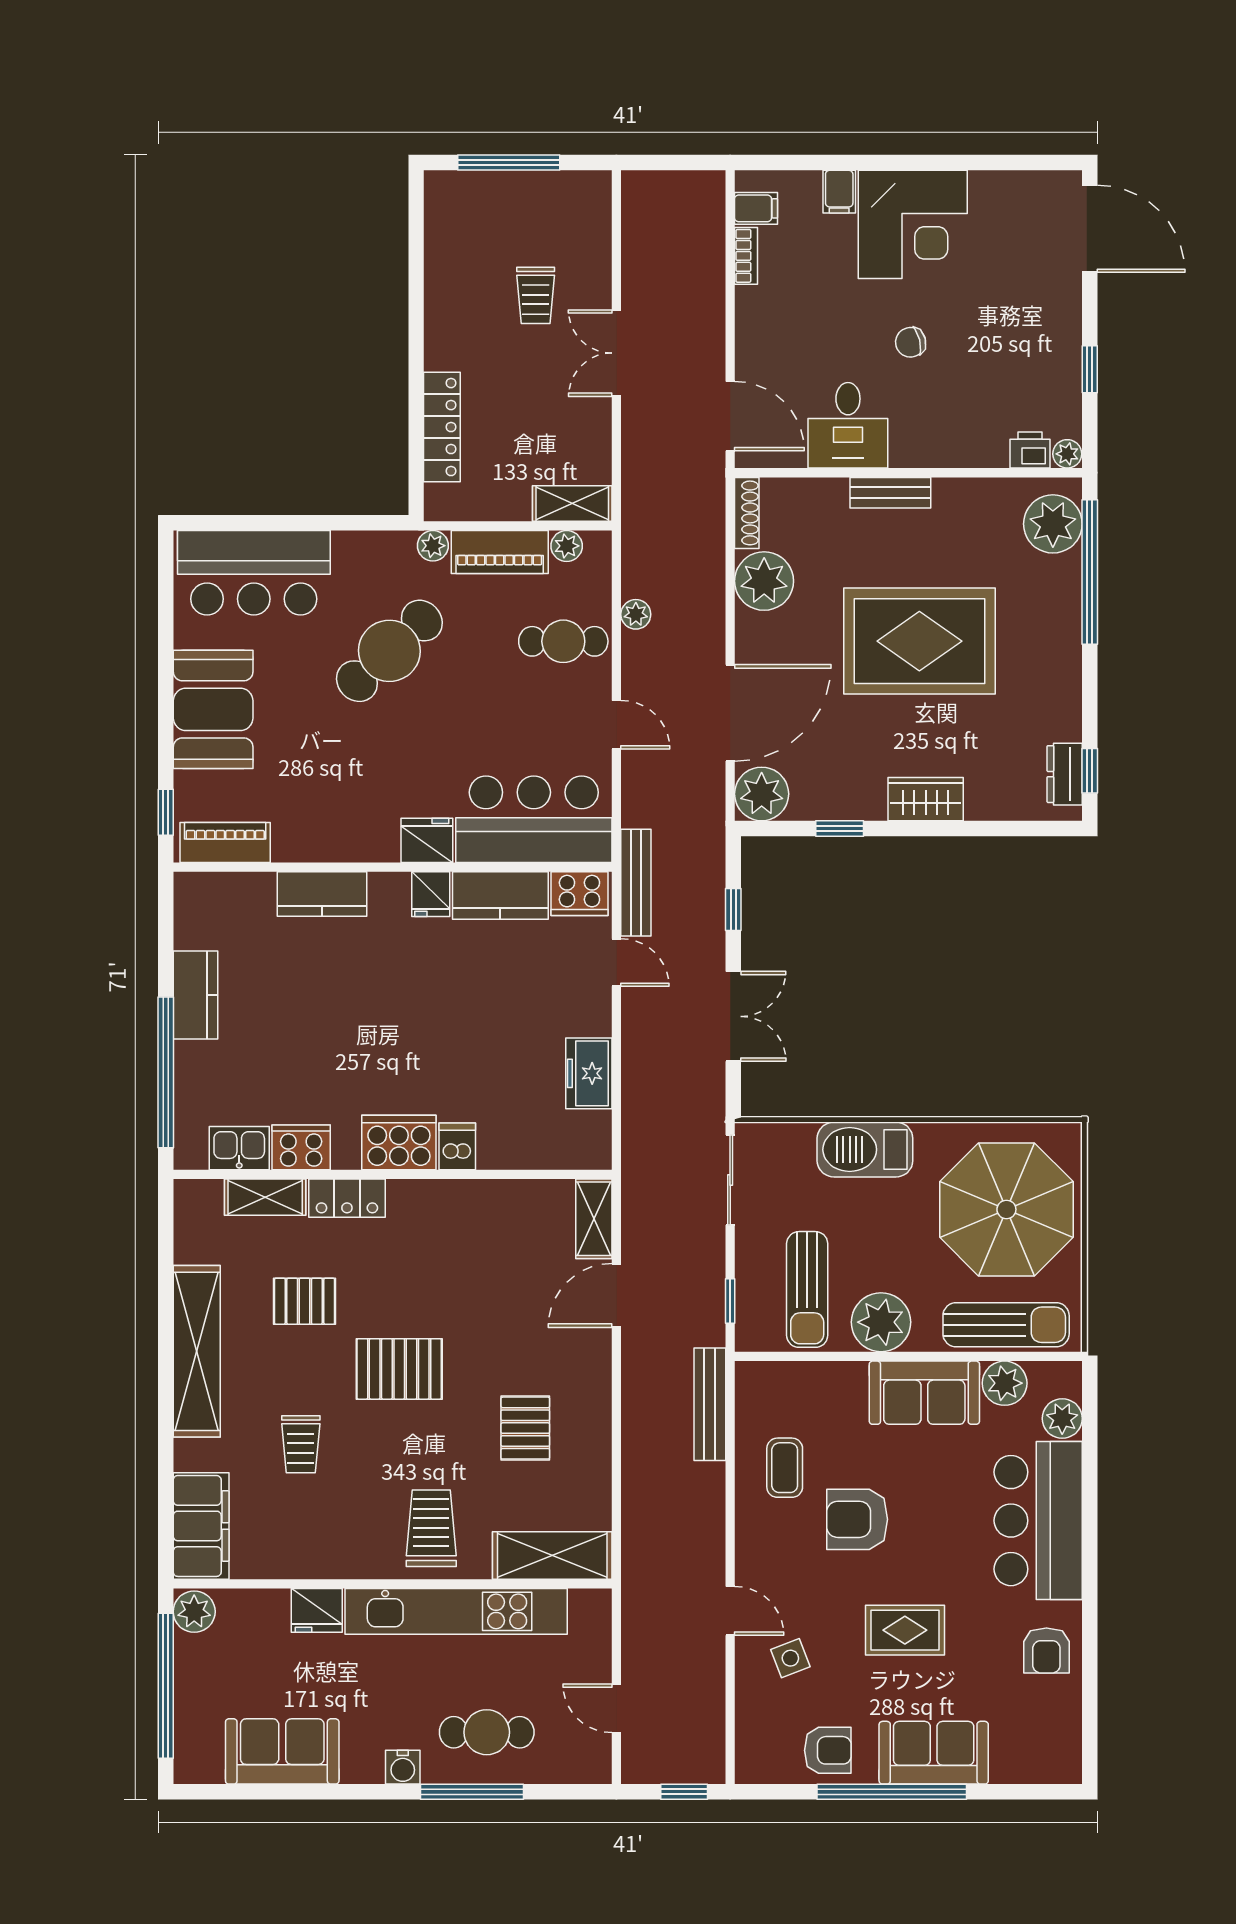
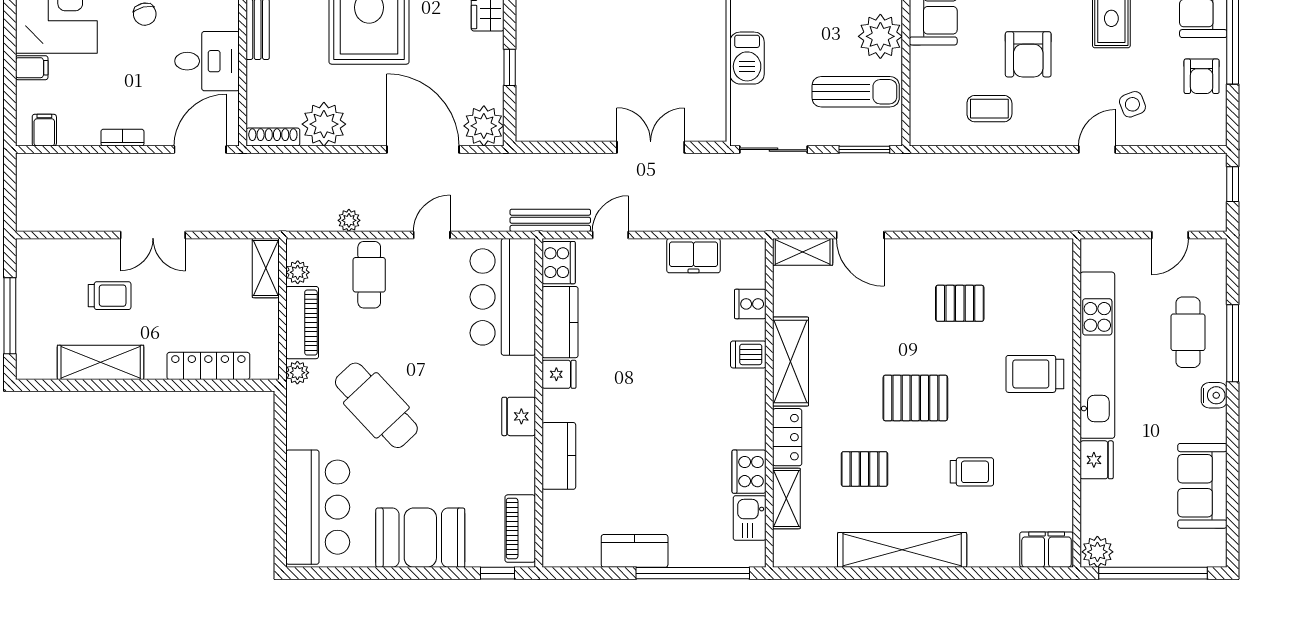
bookcase: (746, 256) -> (122, 138), moved
shelving: (447, 283) -> (101, 362), added
fridge: (427, 840) -> (519, 416), moved
window: (733, 909) -> (570, 147), removed
cooker: (399, 1142) -> (750, 304), moved, width x0.53, depth x0.76
barbecue: (865, 1150) -> (747, 58), width x0.73, depth x0.83
pallet: (305, 1301) -> (864, 469), turned 90
window: (730, 1301) -> (864, 150), width x1.50
pallet: (399, 1369) -> (915, 398), turned 90
bench: (710, 1404) -> (942, 165), removed
filing cabinet: (201, 1526) -> (1047, 550), width x0.67, depth x0.86
shelving: (552, 1556) -> (791, 362), moved
armchair: (828, 1750) -> (1202, 76), turned 180

